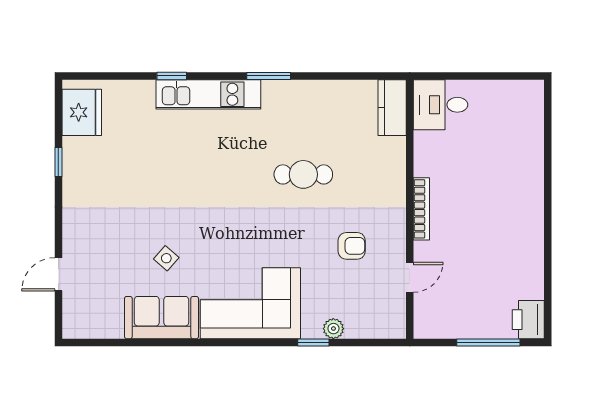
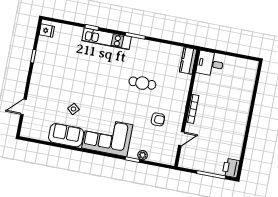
fridge: (82, 112) -> (47, 31), width x0.53, depth x0.75

